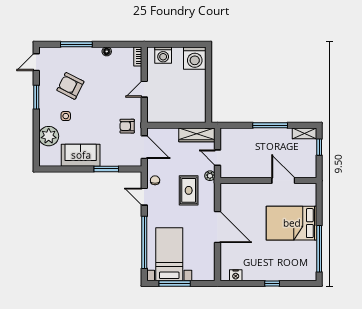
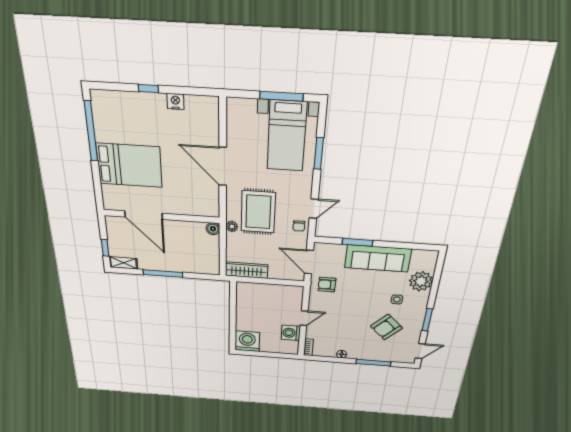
washing machine: (163, 55) -> (291, 333), moved, turned -90
armchair: (70, 86) -> (386, 327), turned 107
armchair: (127, 126) -> (327, 285), turned 180
sofa: (81, 155) -> (378, 258), width x1.36
door: (218, 158) -> (223, 245), removed
boiler: (226, 172) -> (213, 229), added
door: (283, 181) -> (144, 215), width x1.36
rug: (189, 190) -> (258, 212), width x1.36, depth x1.43
door: (144, 197) -> (314, 209), hinge flipped
window: (144, 242) -> (319, 153), width x0.47
nightstand: (236, 275) -> (175, 101), moved

